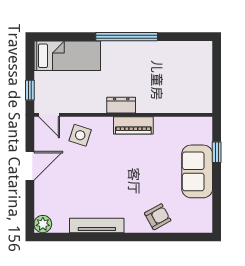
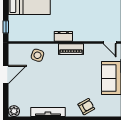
door: (49, 115) -> (110, 42), moved

